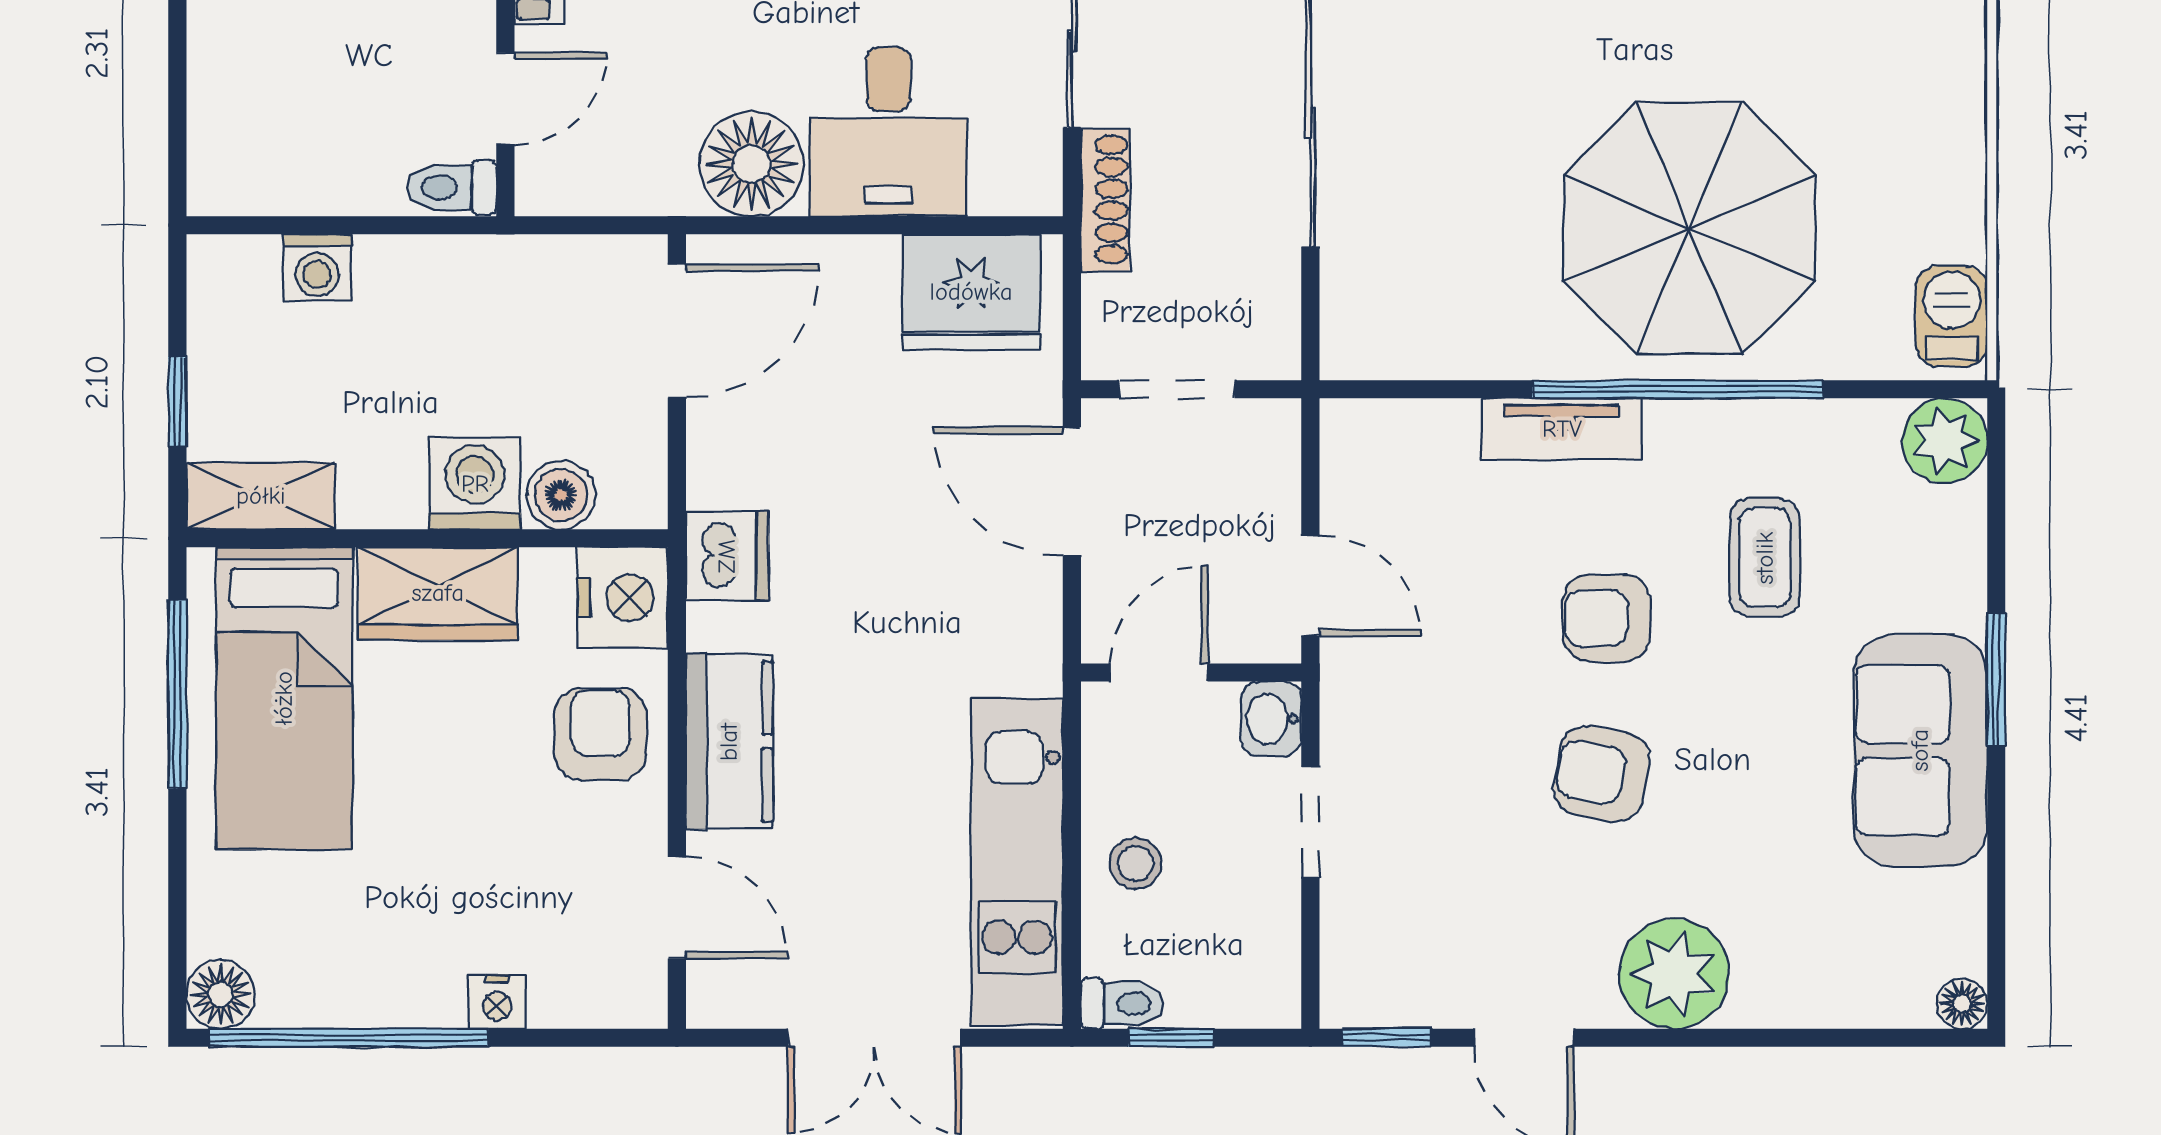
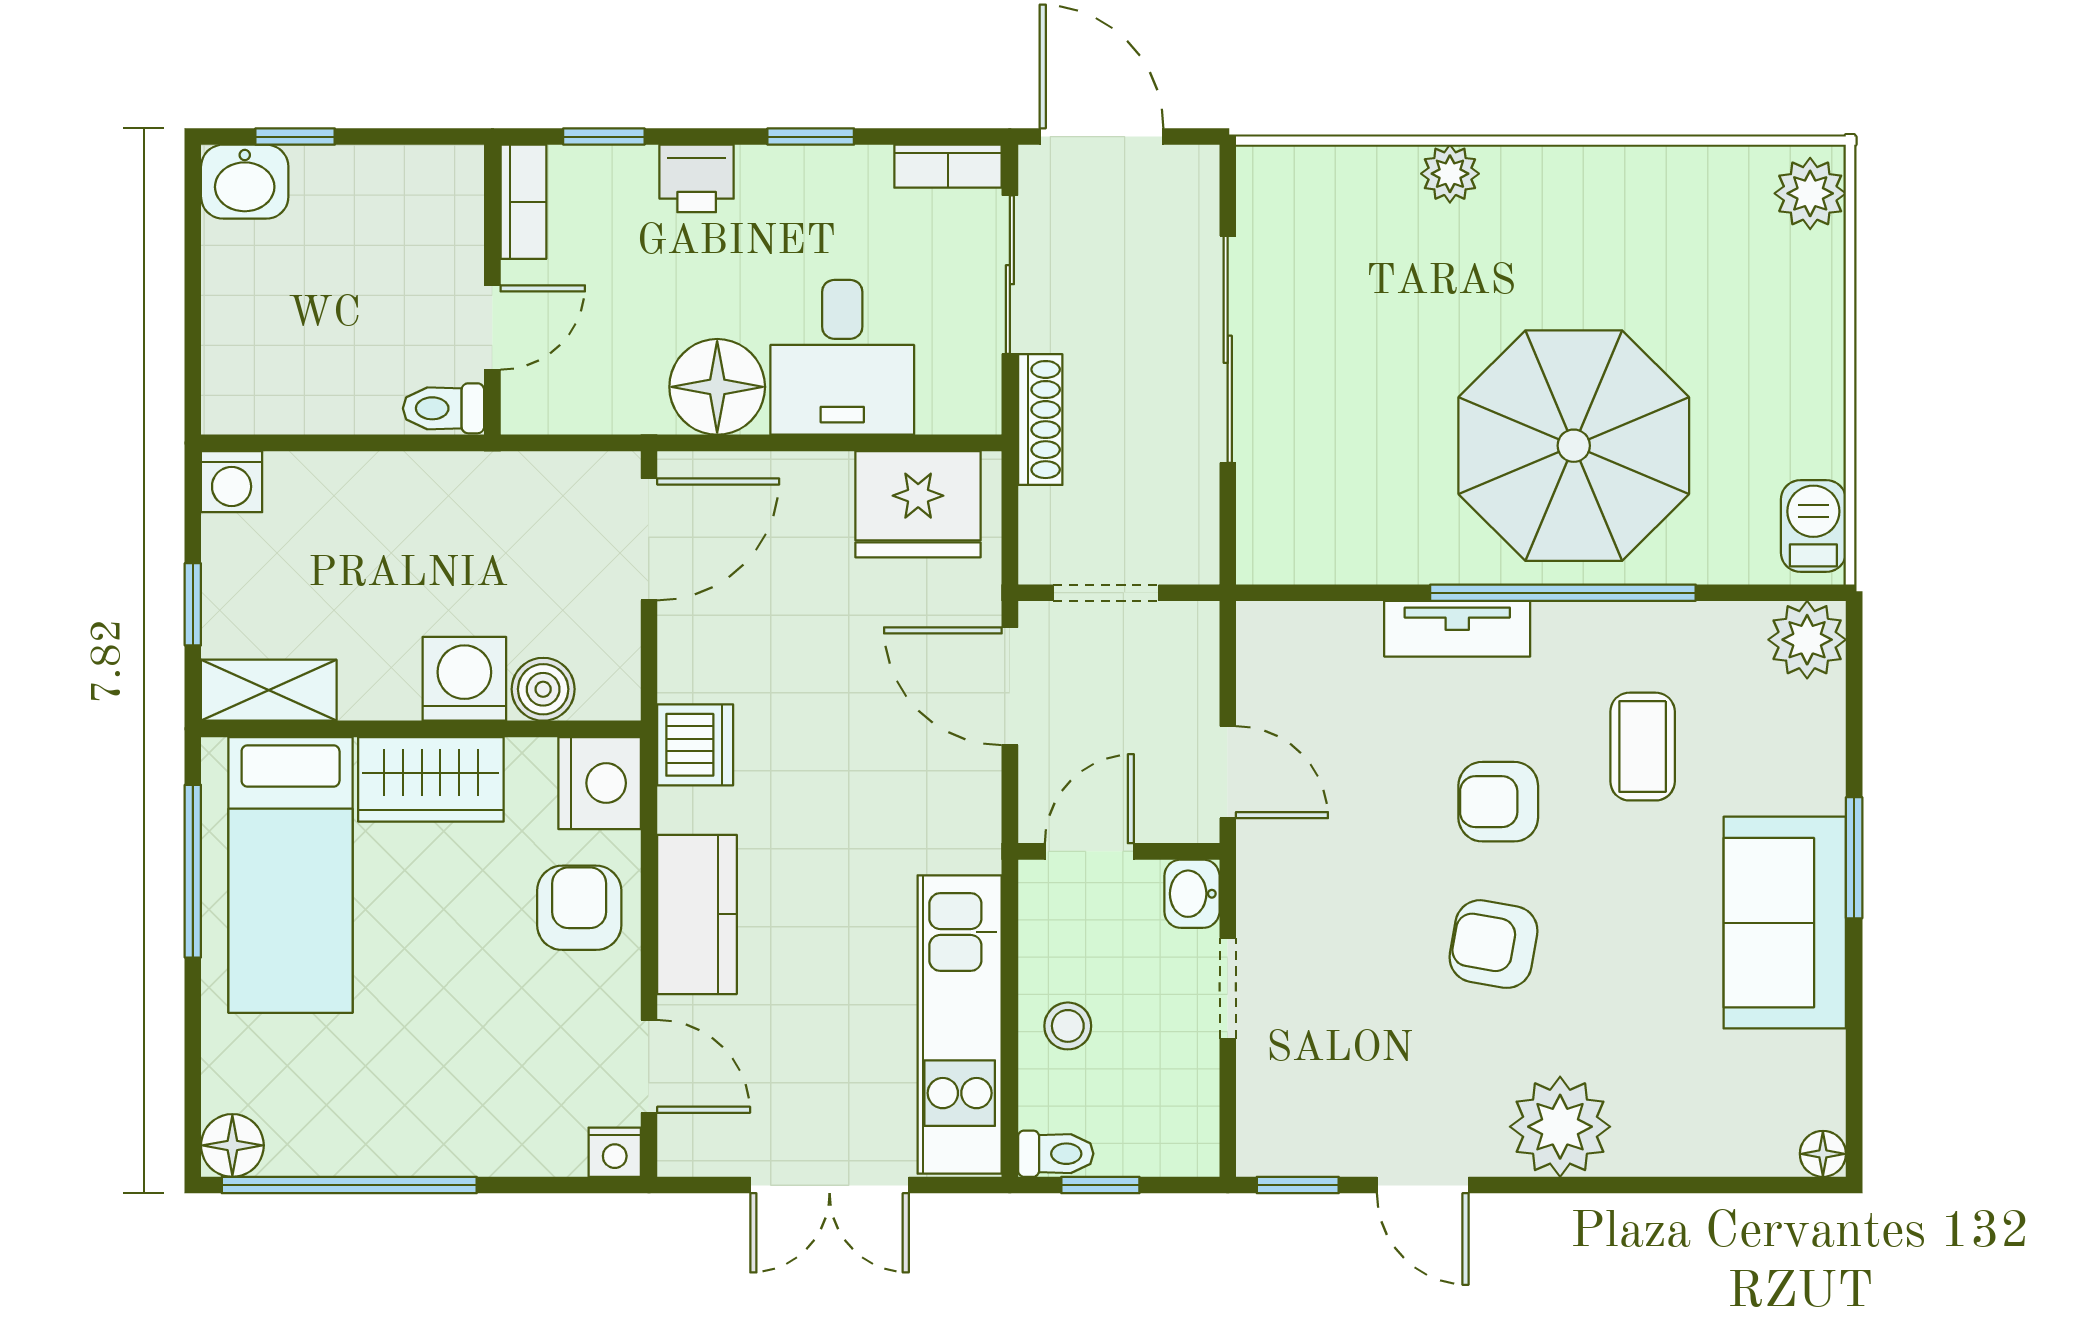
washing machine: (317, 268) -> (232, 482), moved
nightstand: (497, 1002) -> (615, 1152), moved

